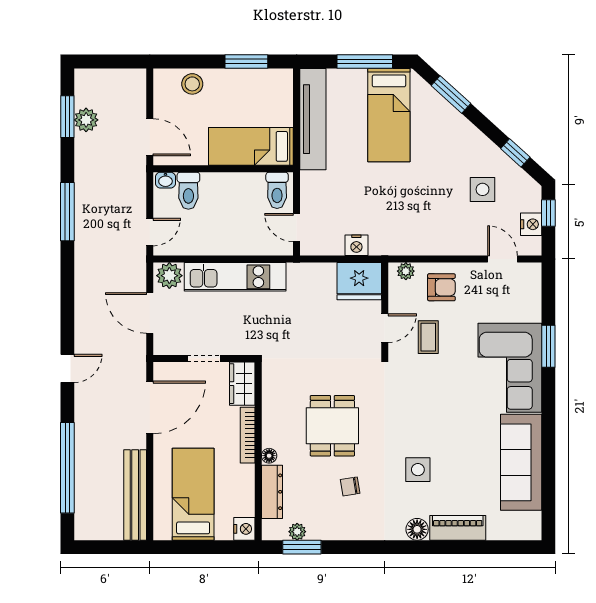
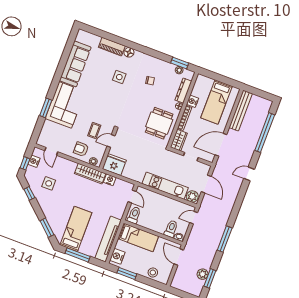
nightstand: (280, 90) -> (117, 256), added
wardrobe: (403, 243) -> (90, 174), added
dining table: (332, 426) -> (159, 123), moved
nightstand: (244, 529) -> (192, 101), moved

